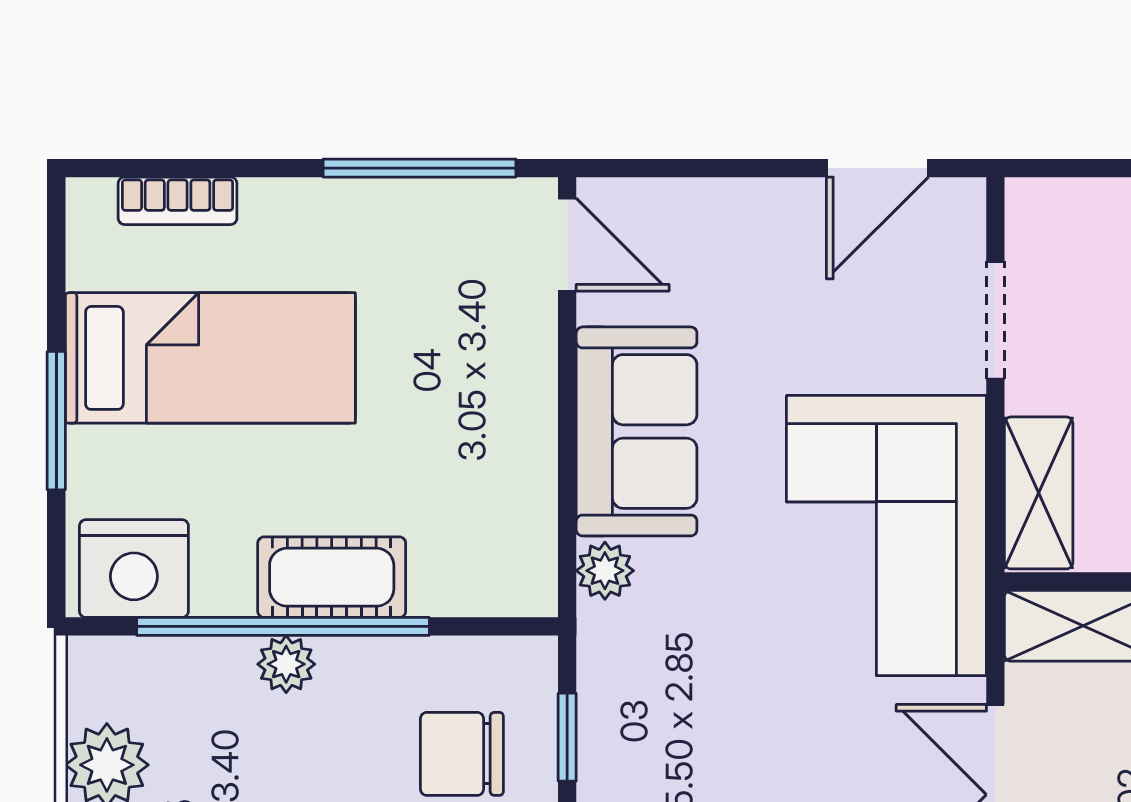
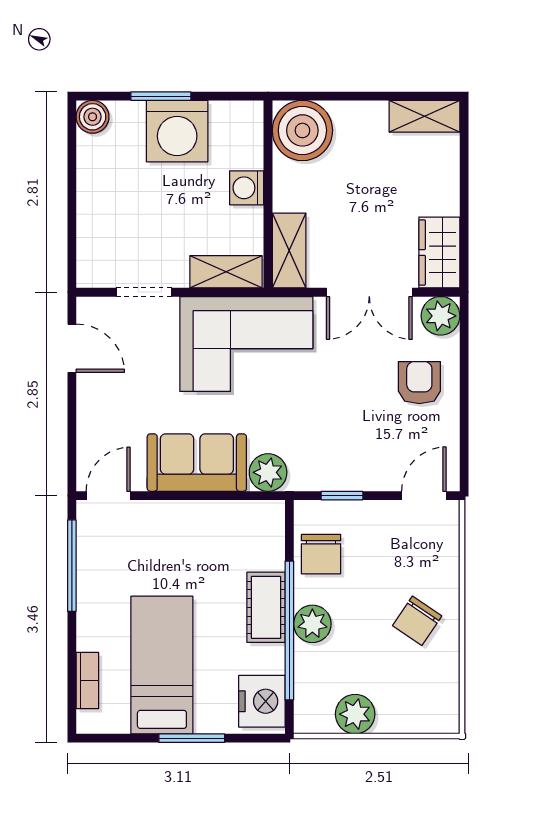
plant: (605, 571) -> (268, 472), width x1.38, depth x1.38
plant: (286, 664) -> (312, 624), width x1.38, depth x1.38
chair: (462, 754) -> (321, 554), moved

